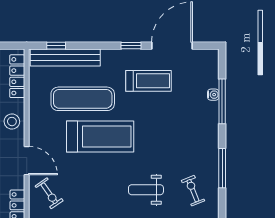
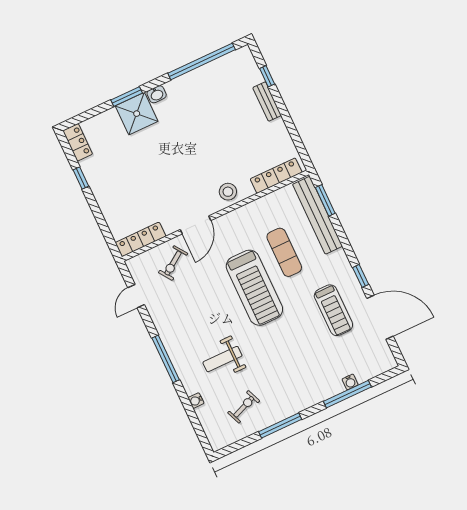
window: (56, 46) -> (325, 200), width x1.50
exercise mat: (83, 99) -> (284, 252), width x0.73, depth x0.69
weight bench: (146, 190) -> (222, 359), turned -90

